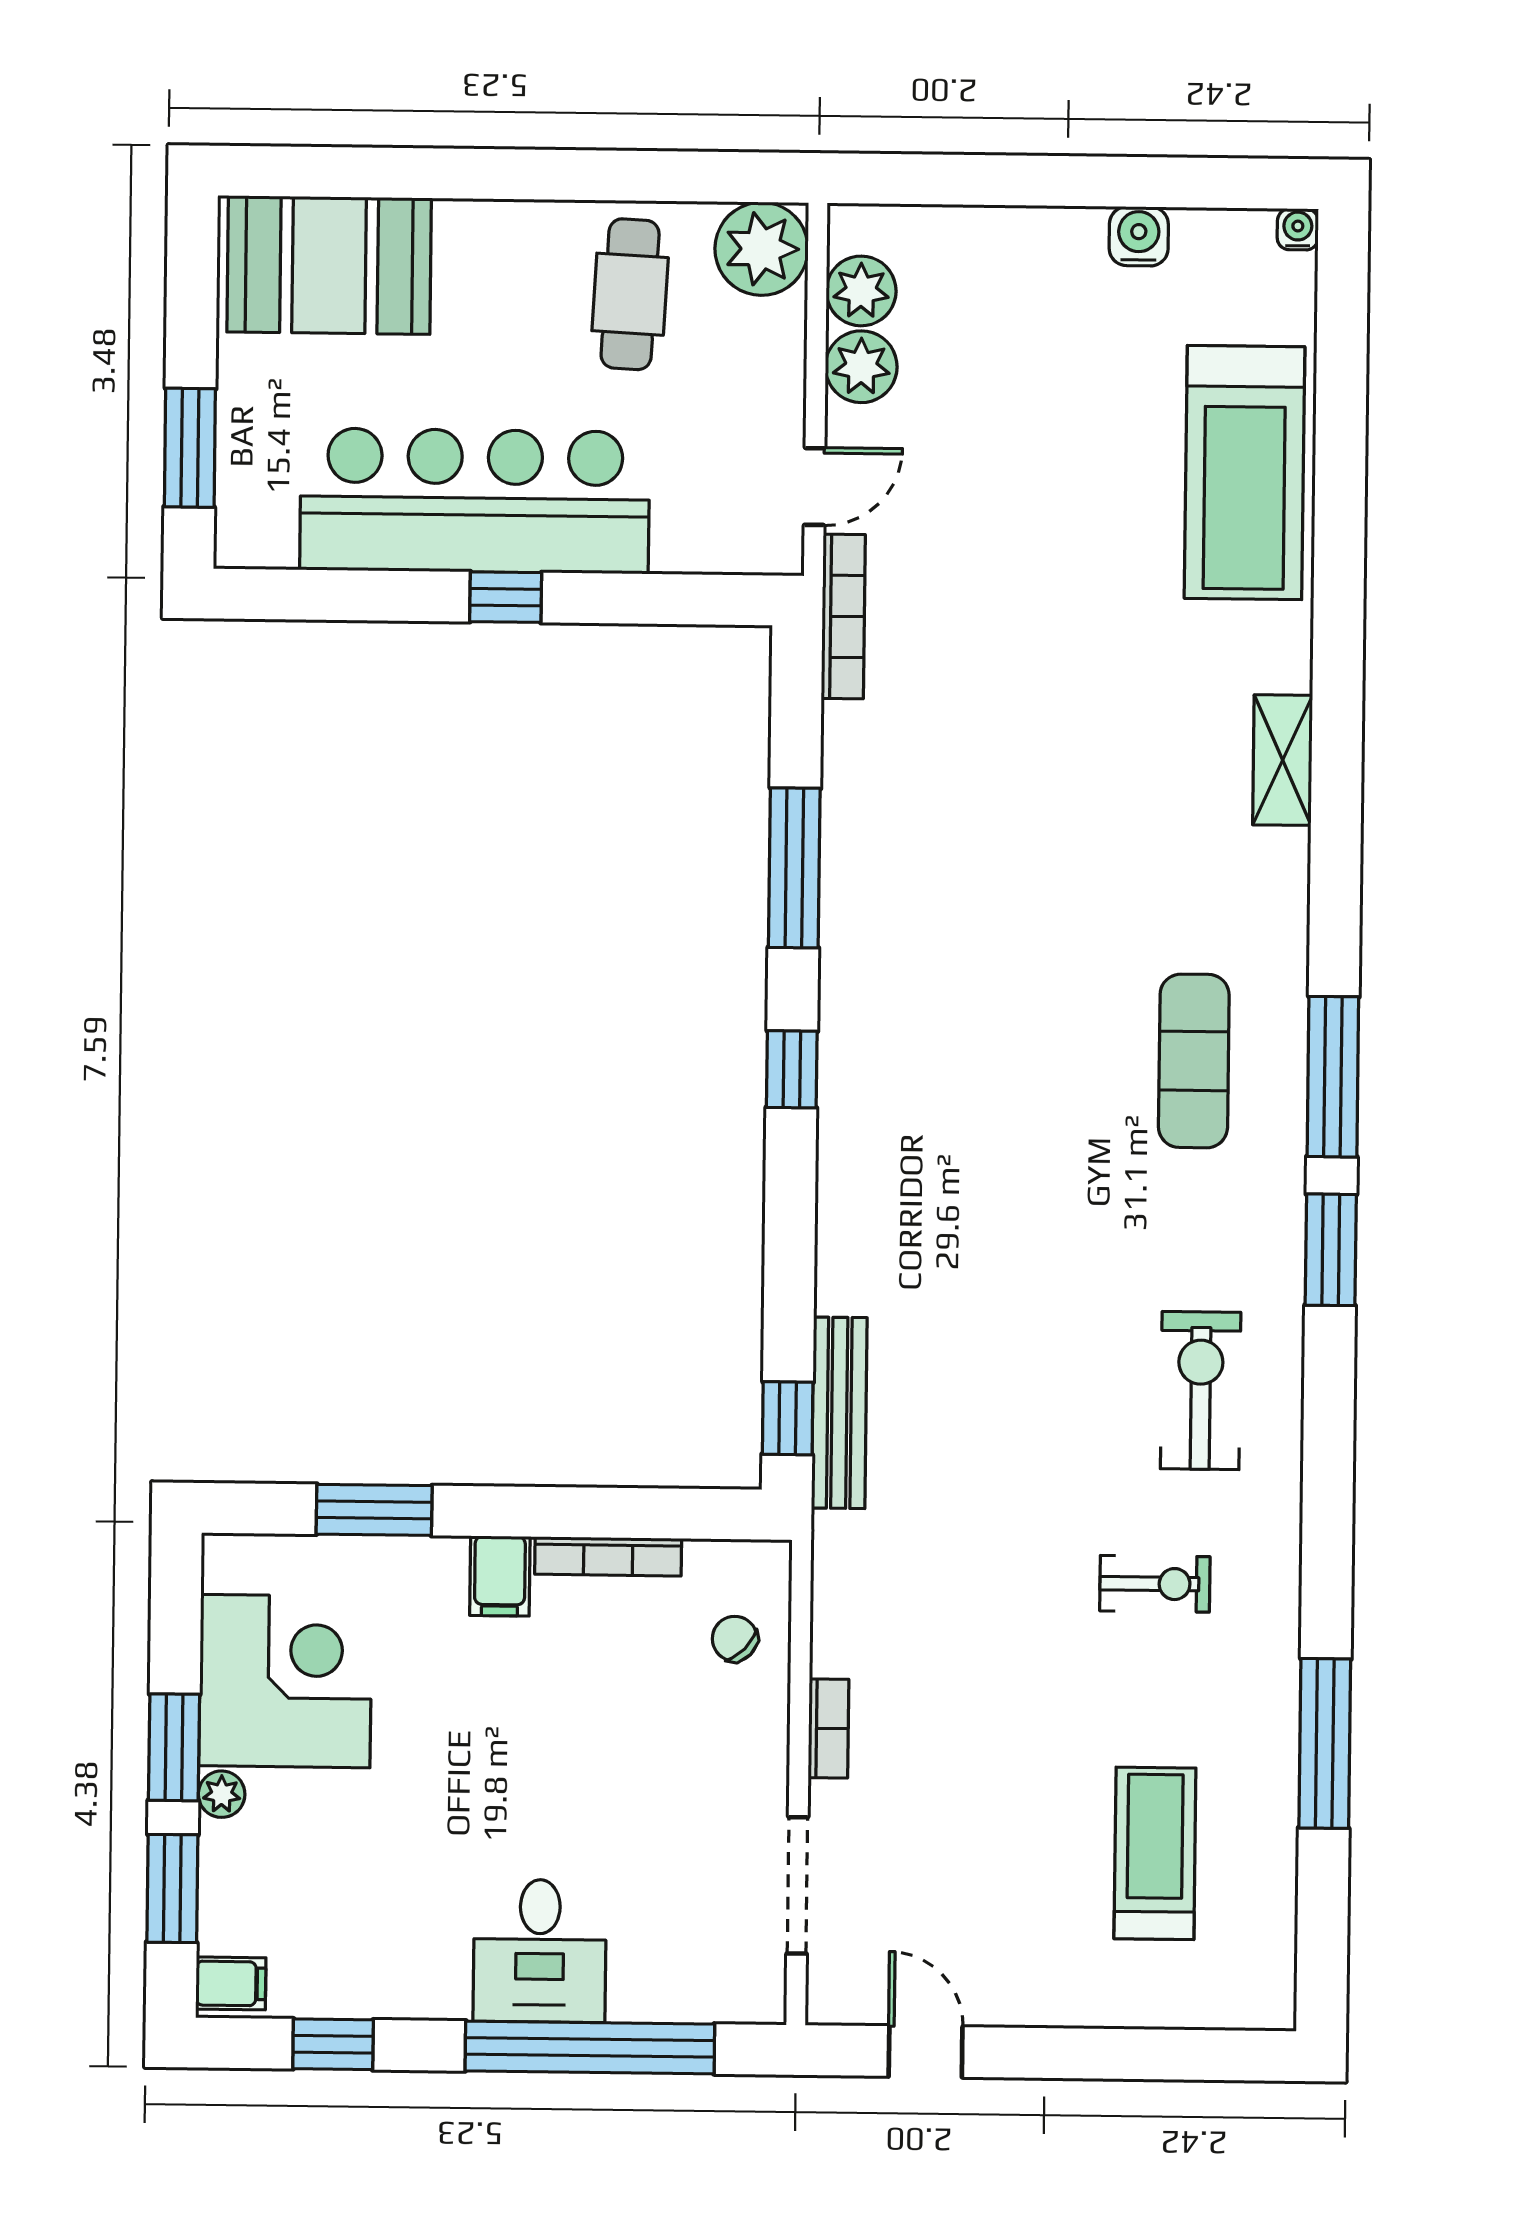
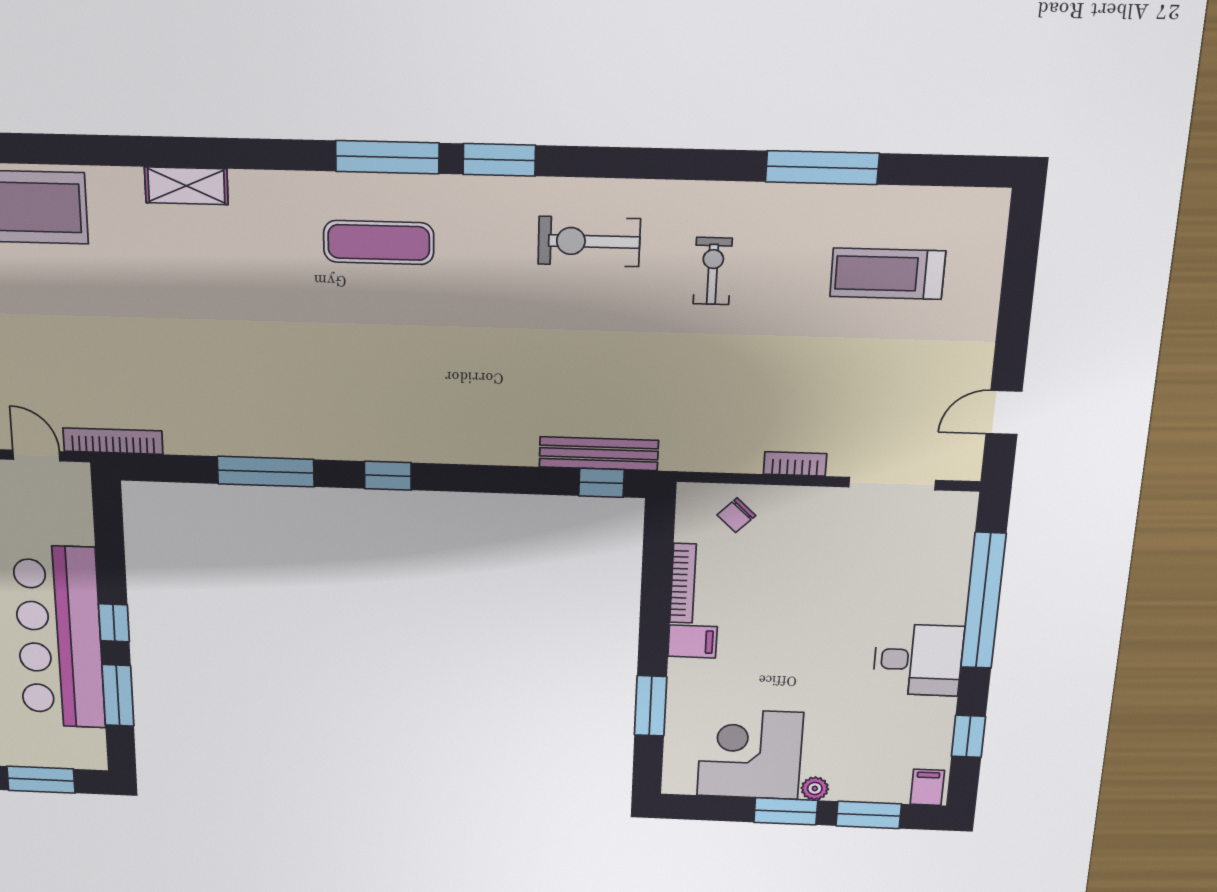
window: (364, 595) -> (118, 695), added
desk: (540, 1951) -> (918, 660), moved

